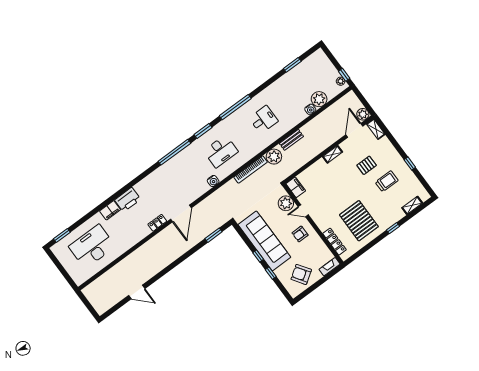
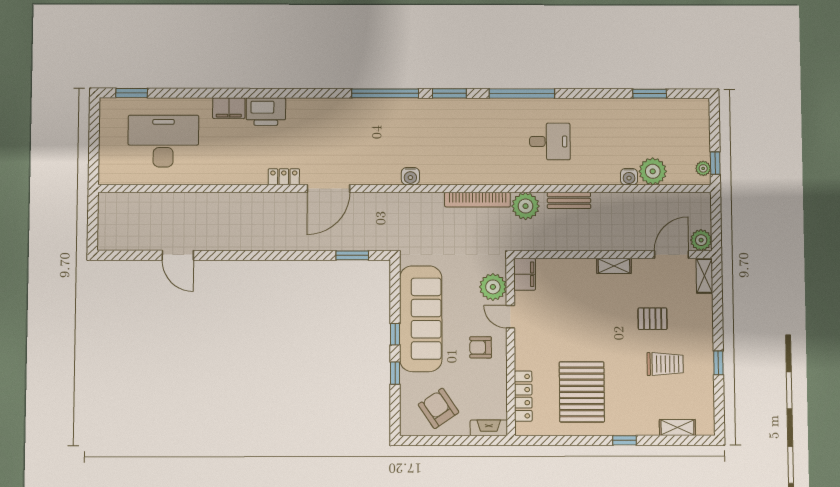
desk: (221, 151) -> (453, 141), removed

